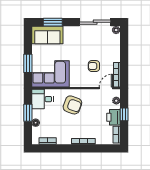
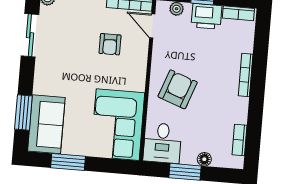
sliding door: (95, 22) -> (30, 35), width x0.73
window: (28, 63) -> (68, 162), moved

